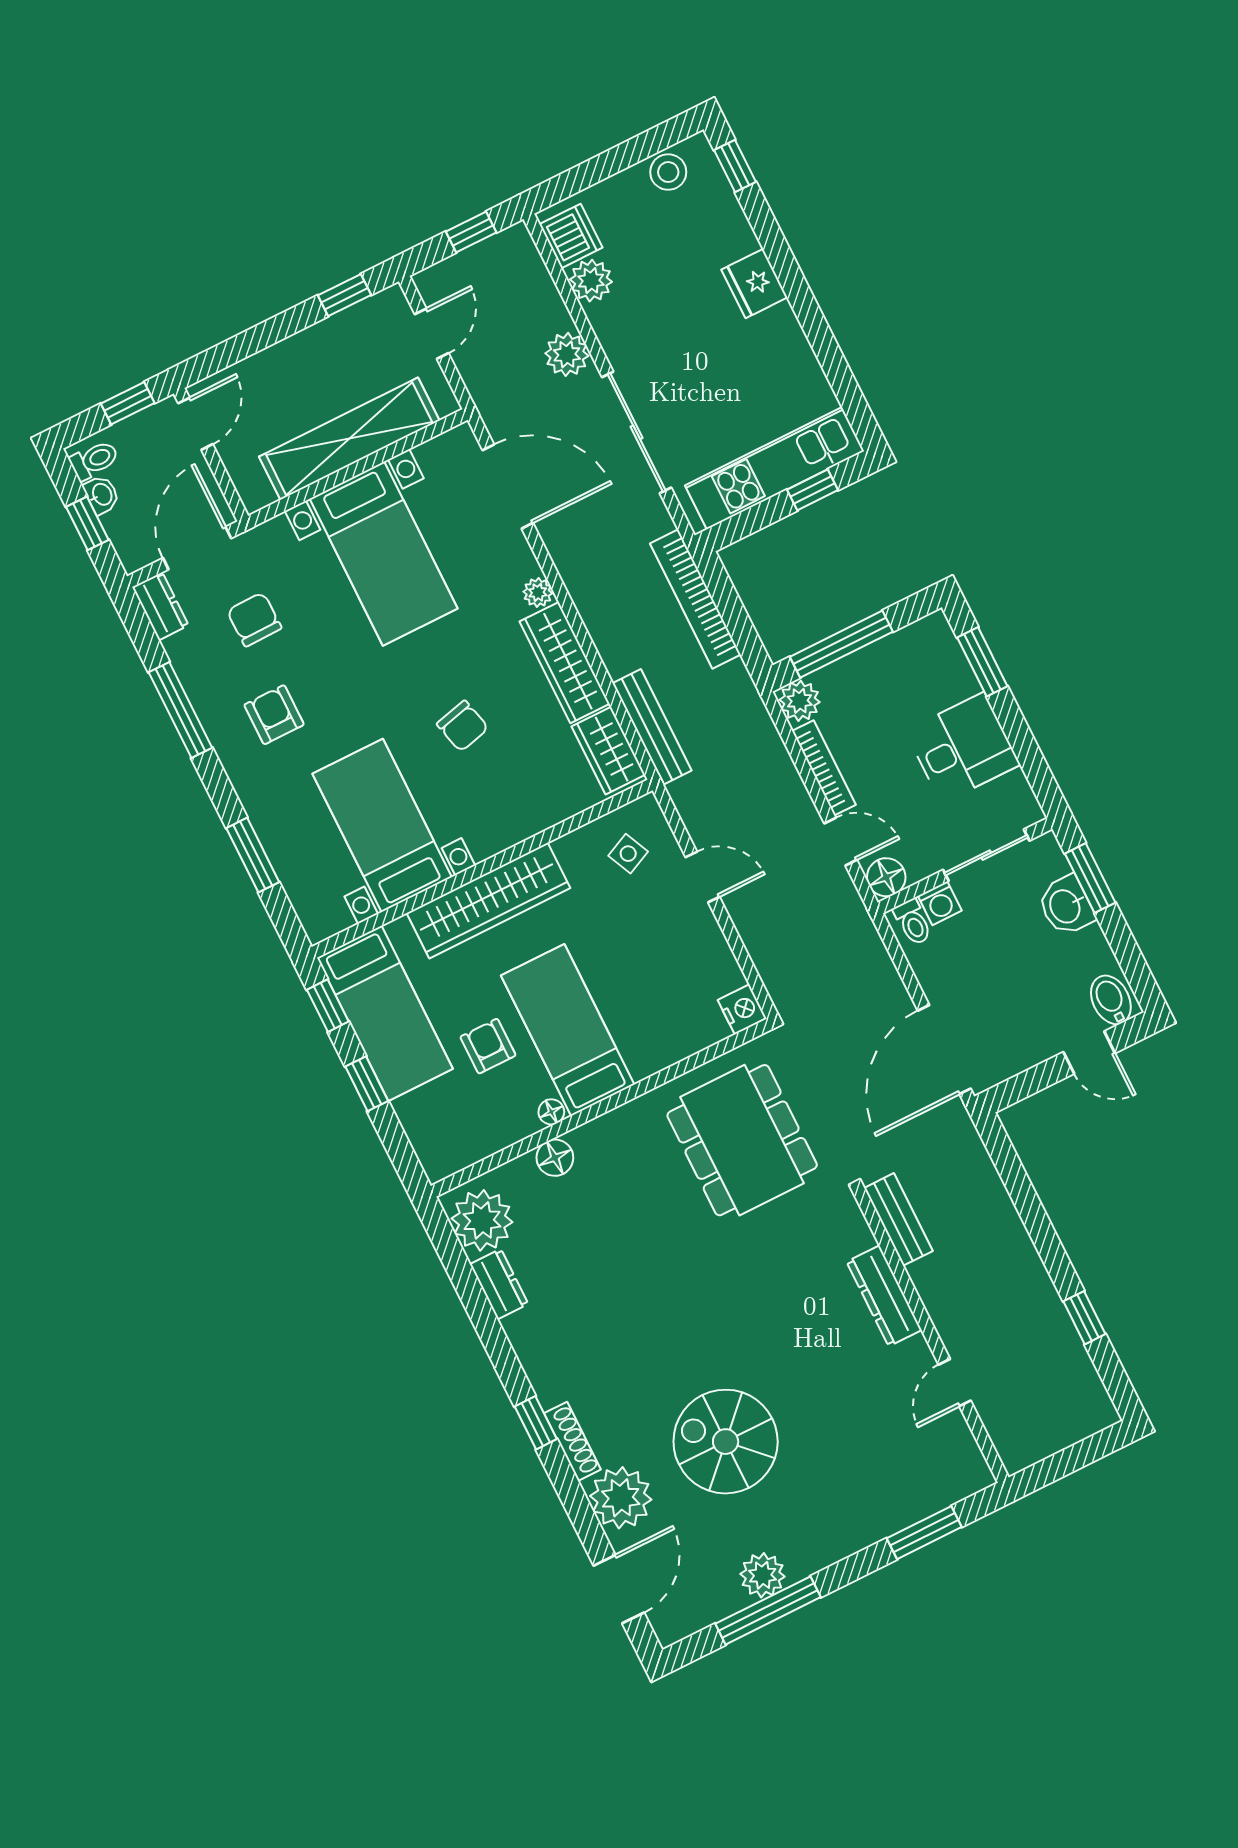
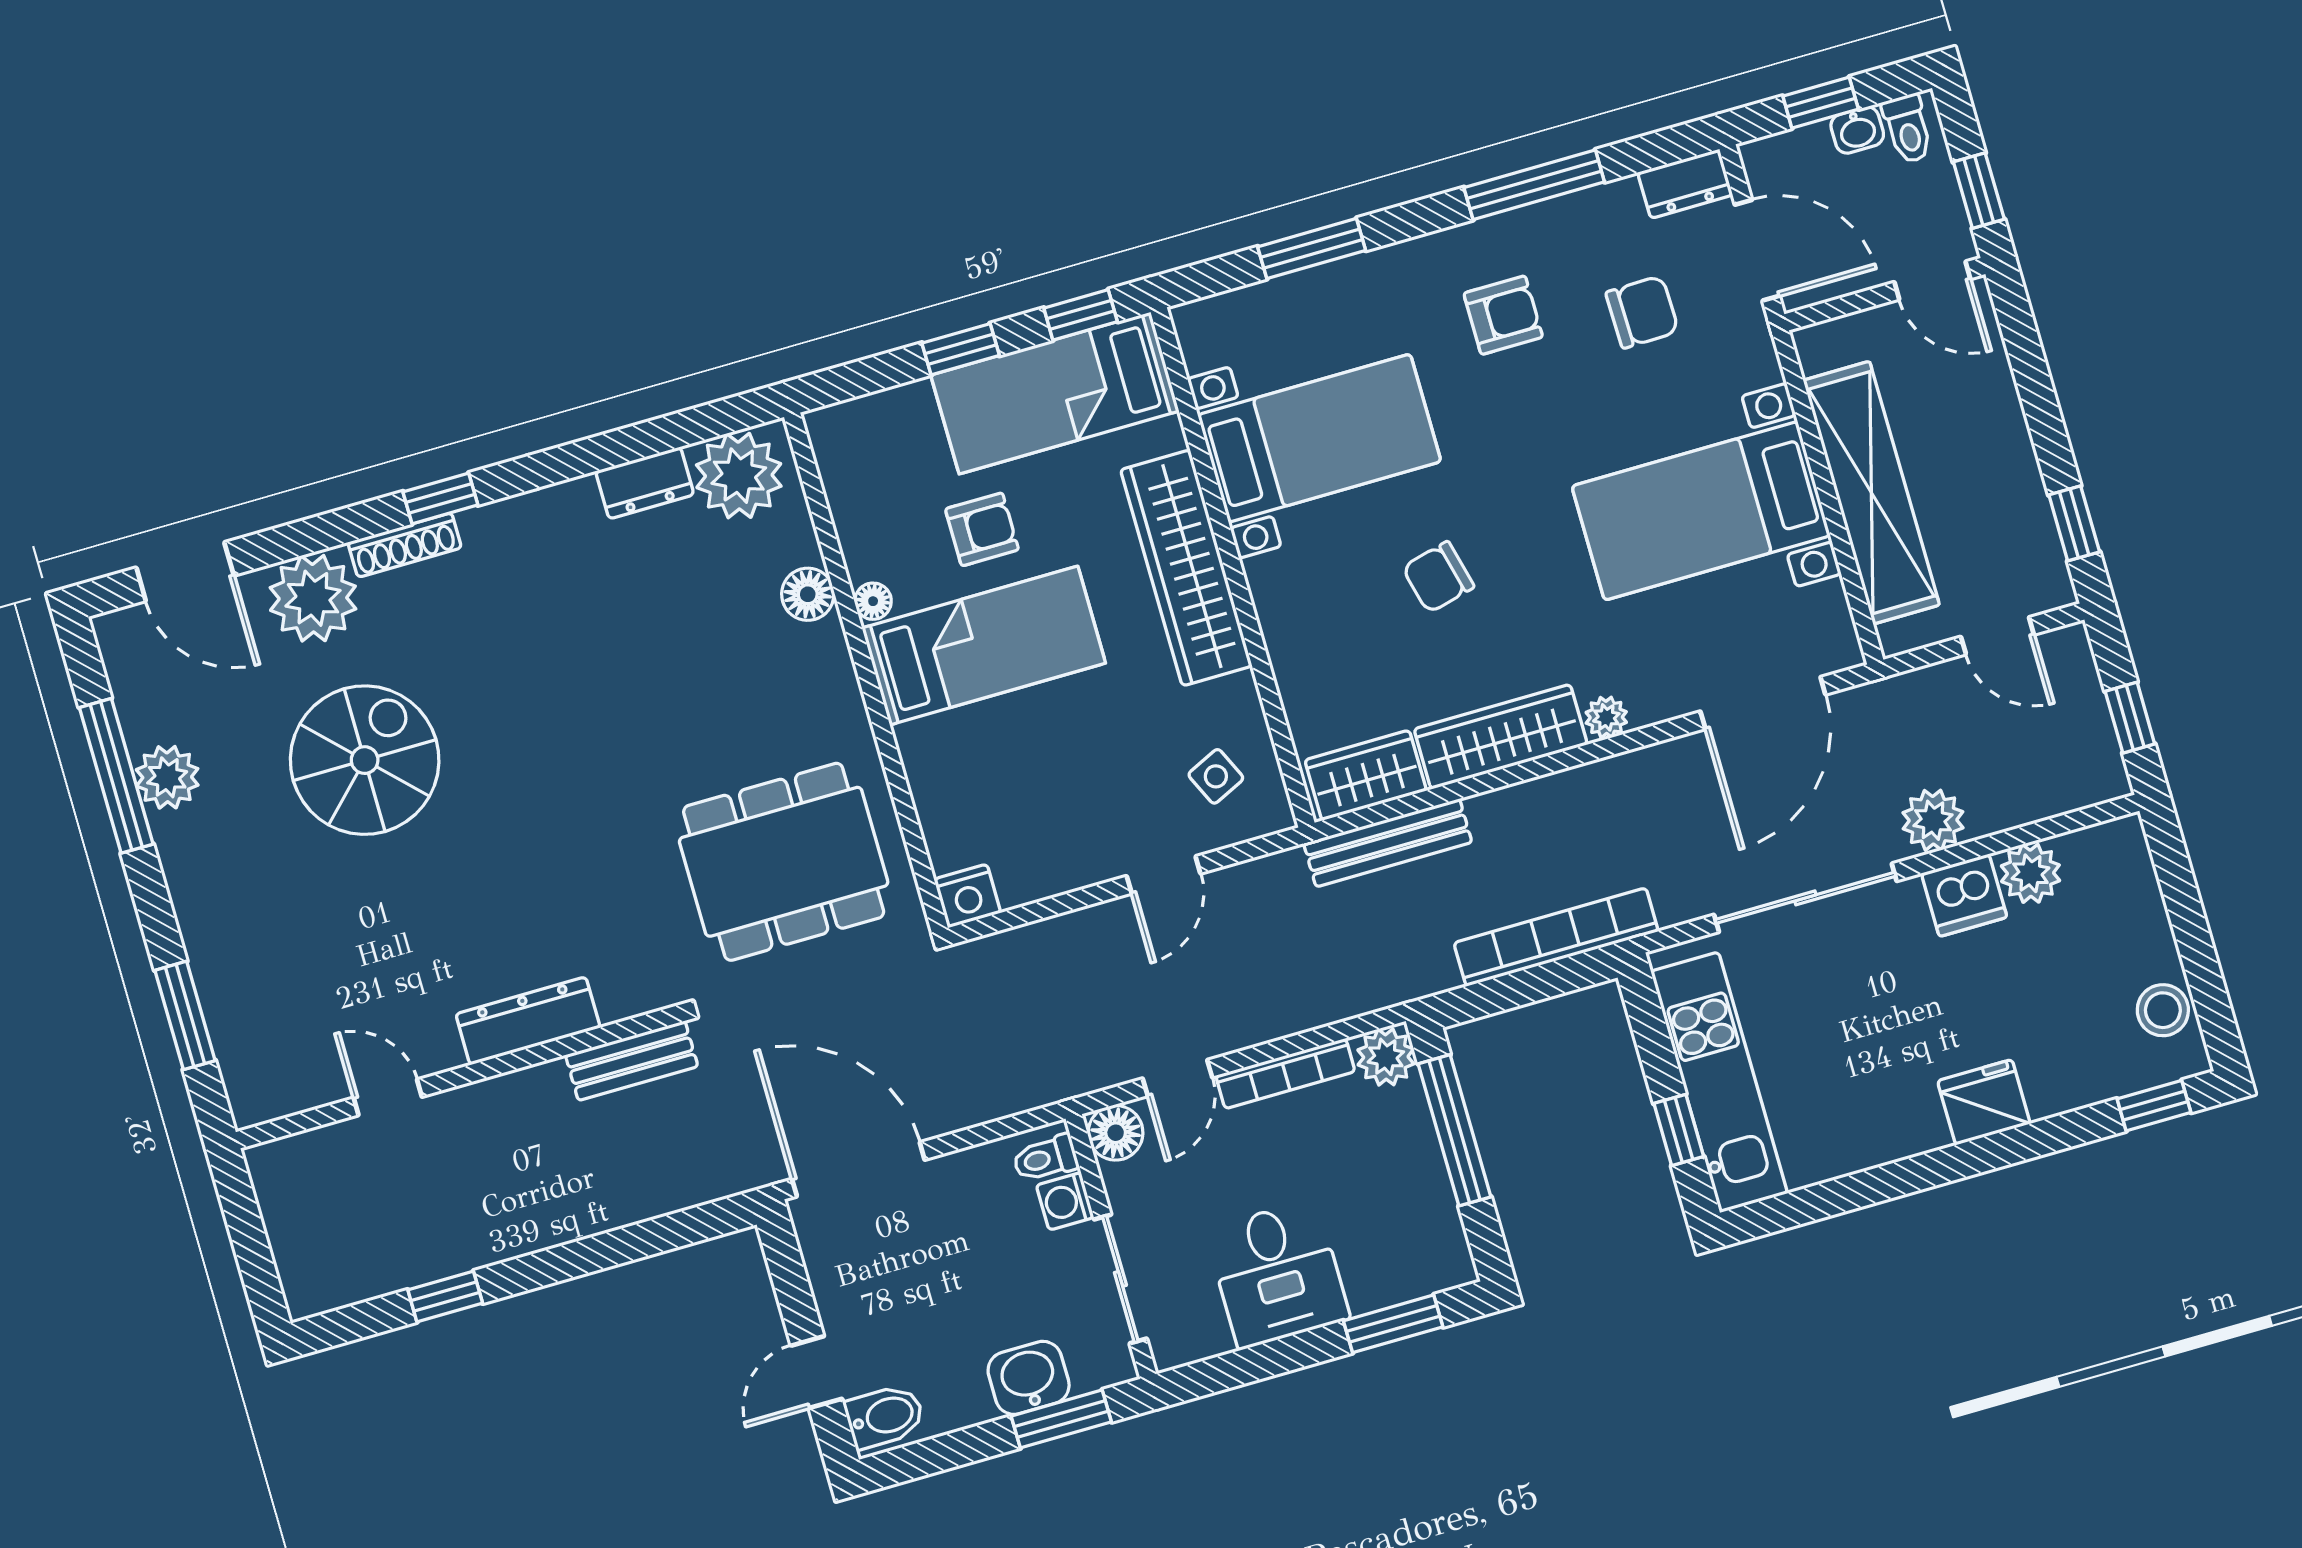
dishwasher: (571, 236) -> (1964, 895), moved

